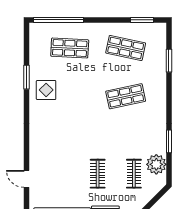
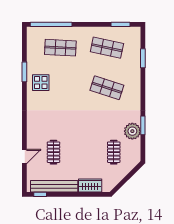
shop shelf: (126, 96) -> (107, 88), turned 30
plant: (156, 164) -> (132, 131), moved
clothes rail: (98, 174) -> (53, 152), moved
door: (26, 179) -> (24, 156), swing flipped

